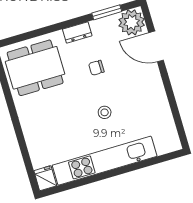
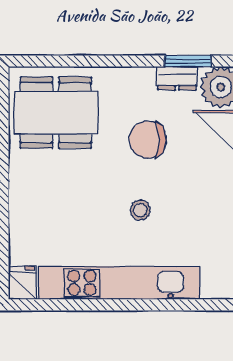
dresser: (77, 32) -> (177, 78), moved
chair: (96, 68) -> (148, 140), width x1.87, depth x1.87

